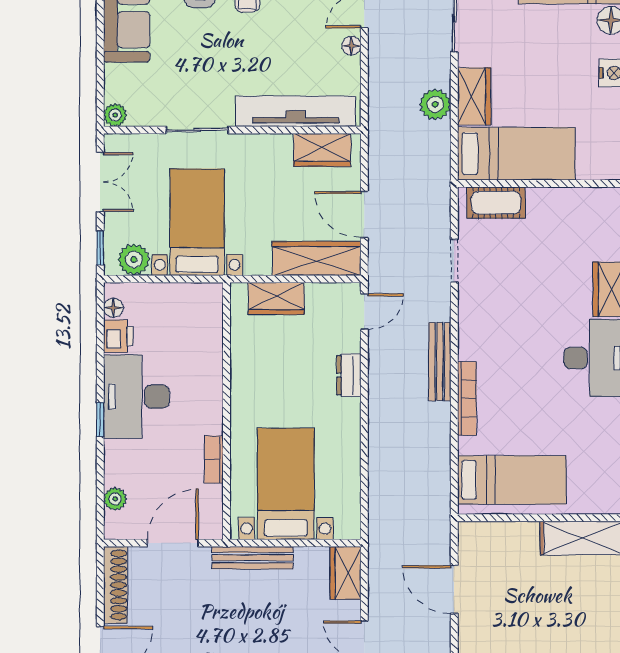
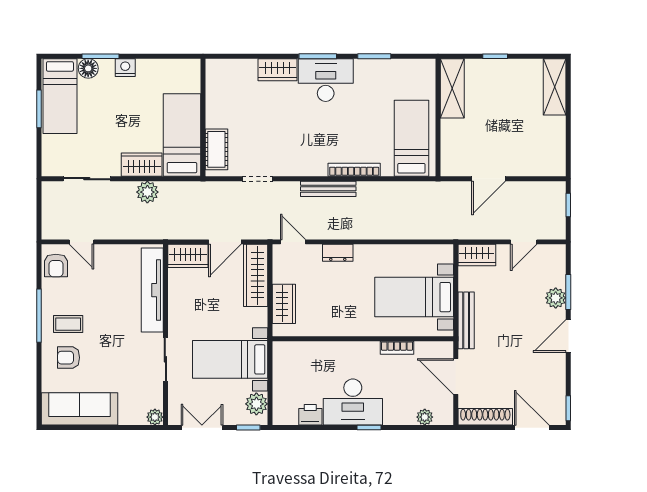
floor lamp: (351, 46) -> (106, 251), removed
wardrobe: (322, 150) -> (188, 256), moved, turned 90
floor lamp: (113, 308) -> (290, 418), removed

